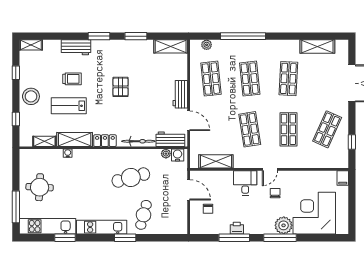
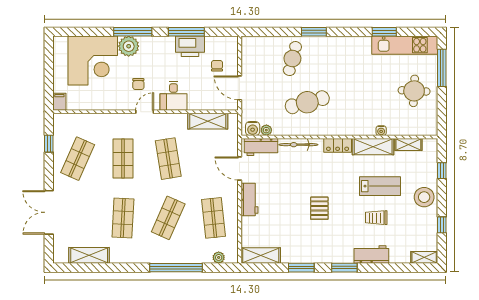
shop shelf: (250, 79) -> (168, 218), turned 30
kitchen unit: (102, 227) -> (341, 44), removed
printer: (237, 228) -> (190, 46), width x1.87, depth x1.48

